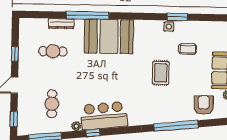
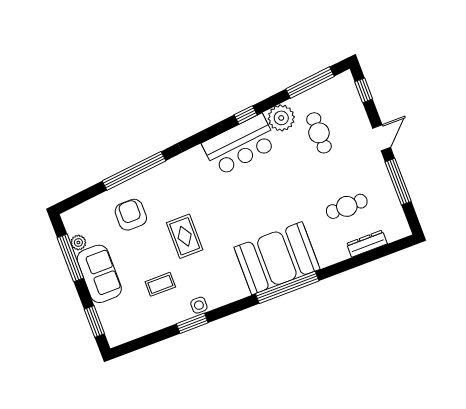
window: (88, 15) -> (287, 287), moved
dresser: (61, 23) -> (367, 244), moved
window: (15, 54) -> (398, 182), width x2.17
armchair: (204, 105) -> (131, 215), moved, turned 180
plant: (76, 126) -> (281, 118), width x1.88, depth x1.88

